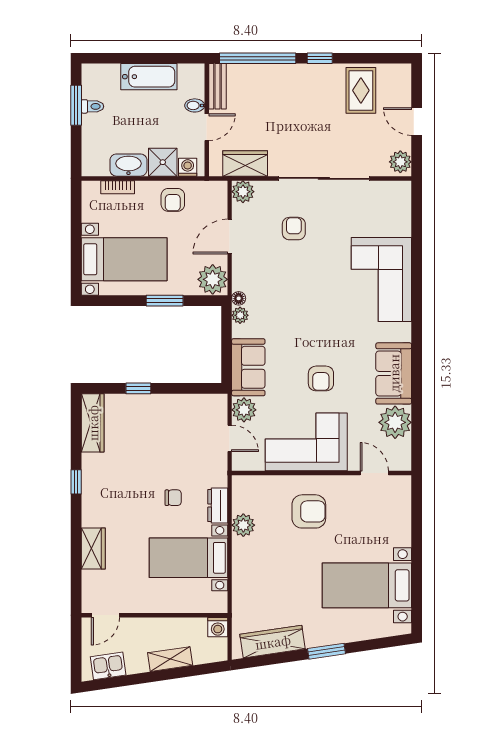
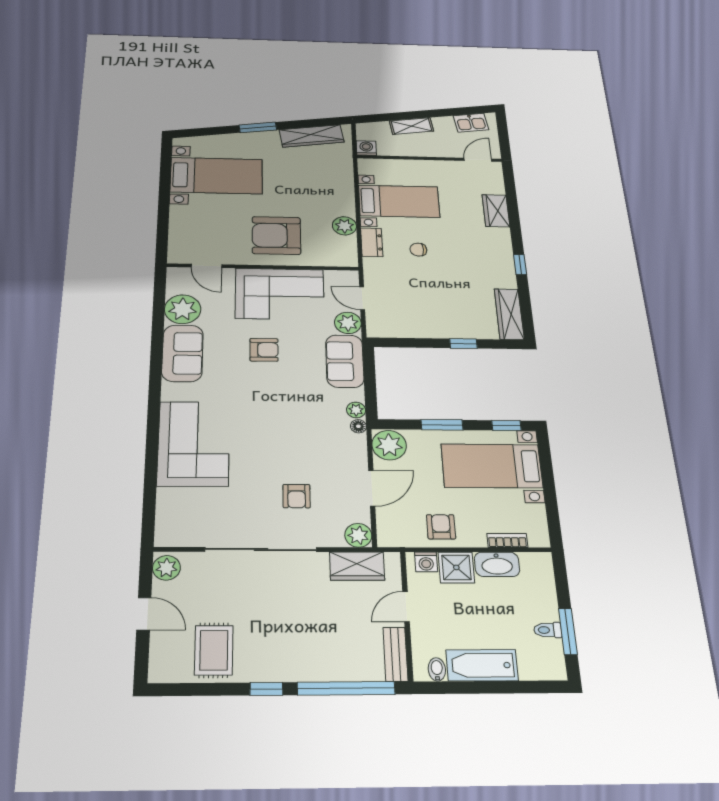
bidet: (195, 105) -> (437, 669), moved, turned -90
window: (107, 301) -> (506, 425), added
armchair: (321, 378) -> (264, 350), turned 90
armchair: (309, 511) -> (276, 235), width x1.36, depth x1.36

